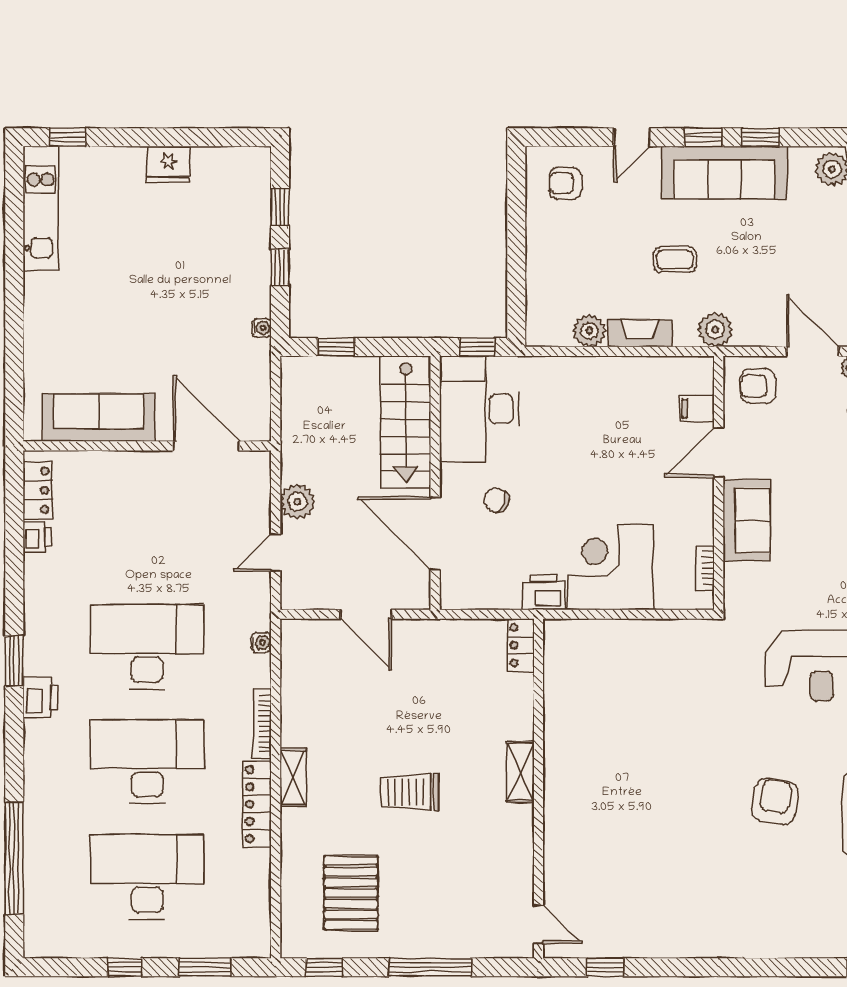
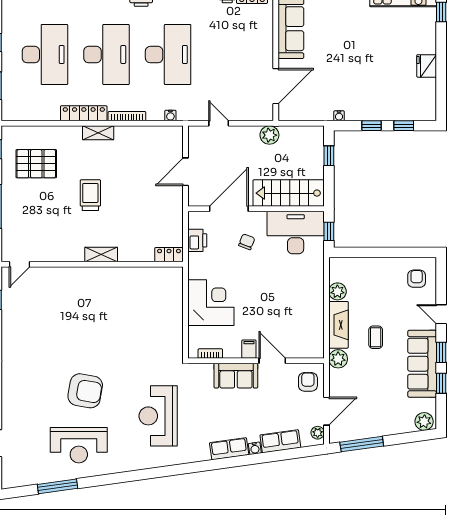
fireplace: (640, 333) -> (338, 325), width x1.37, depth x1.32
filing cabinet: (697, 409) -> (249, 349), moved
plant: (297, 502) -> (269, 135), moved
printer: (544, 592) -> (197, 240), moved
armchair: (775, 802) -> (85, 391), width x1.36, depth x1.36

